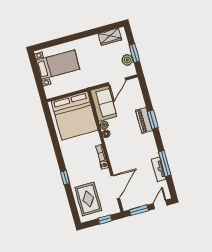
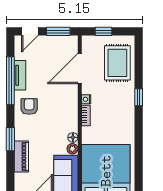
piano: (144, 120) -> (21, 157), moved
armchair: (145, 148) -> (29, 107), added
window: (165, 163) -> (10, 81), width x1.46

